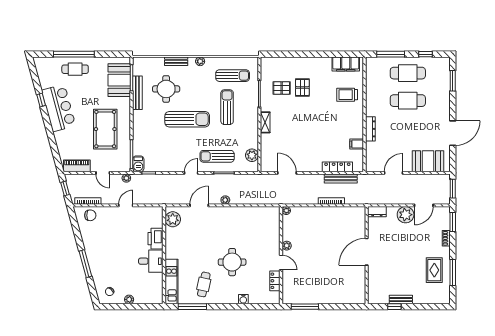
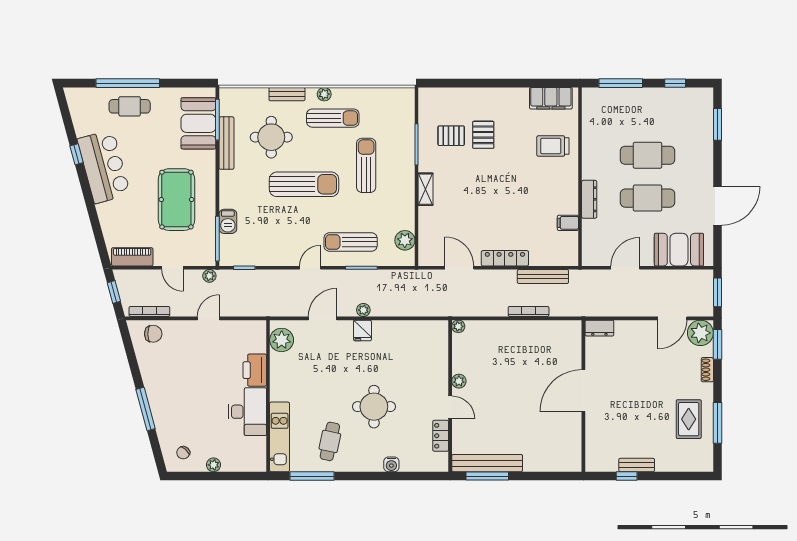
cafe table: (408, 73) -> (648, 198), moved
sun lounger: (233, 76) -> (333, 118), moved
barbecue: (138, 164) -> (228, 221), moved
locker: (337, 167) -> (505, 258), moved
fridge: (225, 213) -> (362, 330), added
plant: (406, 215) -> (700, 333), moved
desk: (151, 261) -> (247, 412), width x1.37
bench: (305, 298) -> (487, 463), added

